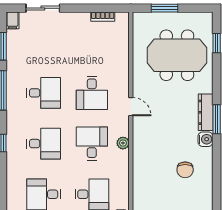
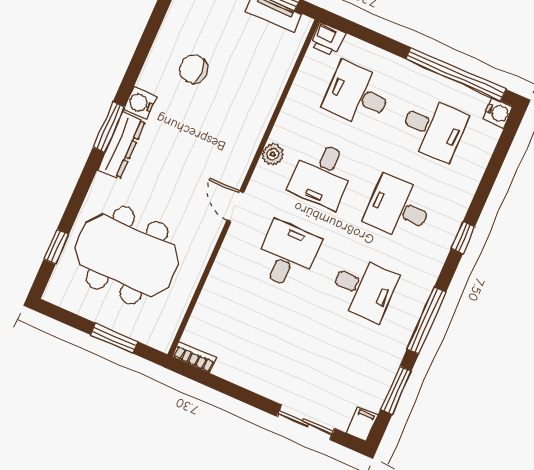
bookcase: (103, 17) -> (194, 357), moved
desk: (44, 93) -> (363, 288), turned 180
chair: (185, 170) -> (193, 69), turned -90

